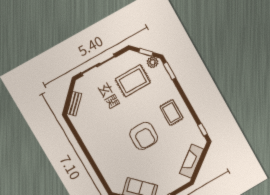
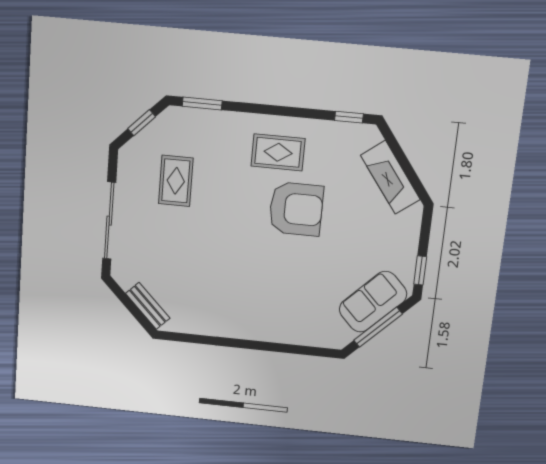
plant: (153, 62) -> (167, 123), removed
rug: (133, 81) -> (176, 181), width x0.73, depth x0.70
armchair: (144, 136) -> (296, 209), moved

